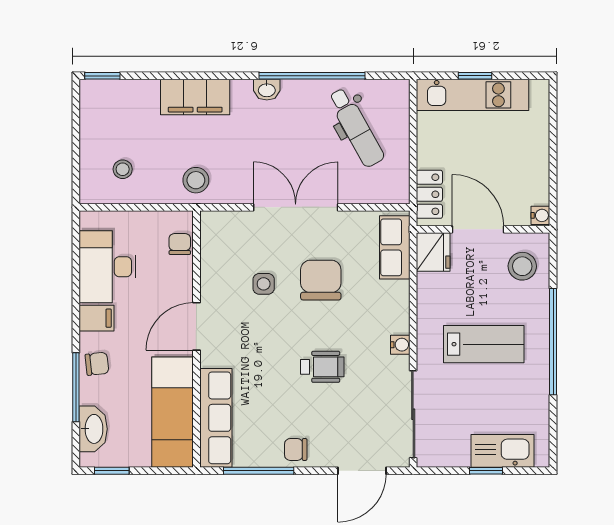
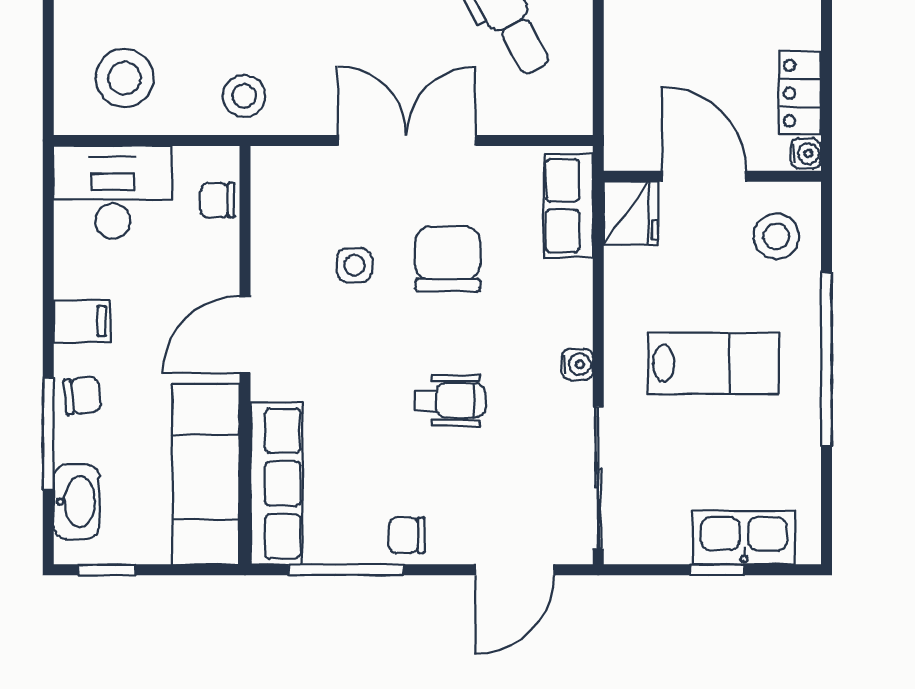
stool: (123, 169) -> (125, 78), width x1.89, depth x1.89
locker: (429, 194) -> (800, 93), moved, turned 180
chair: (180, 244) -> (218, 200), turned -90
desk: (108, 267) -> (113, 192), moved, turned 90

